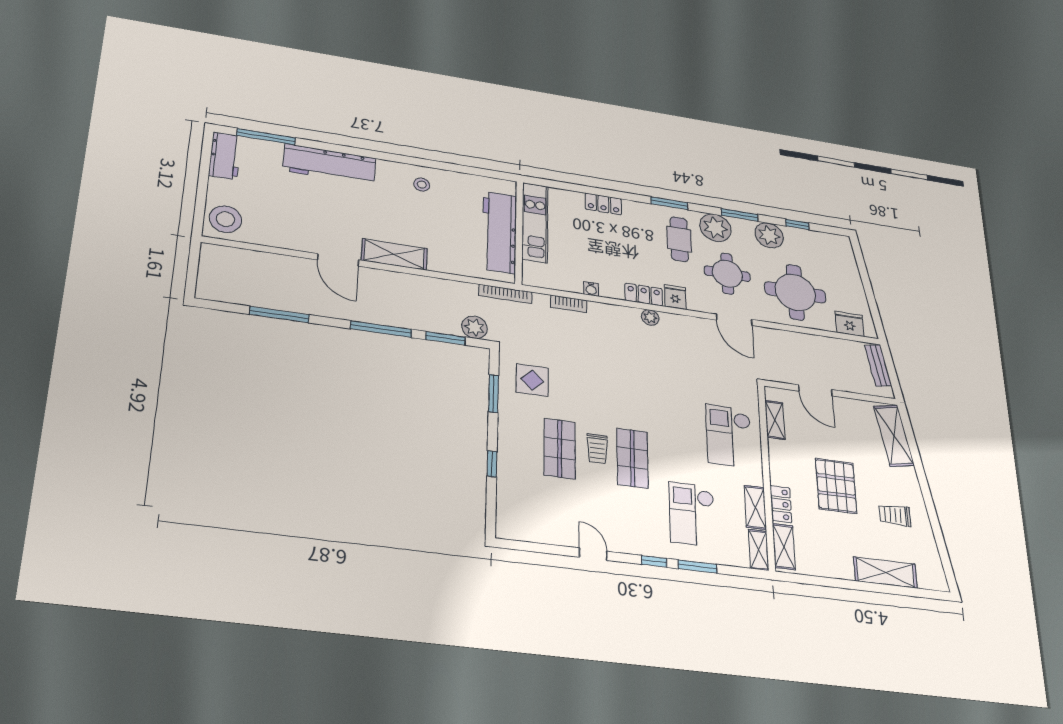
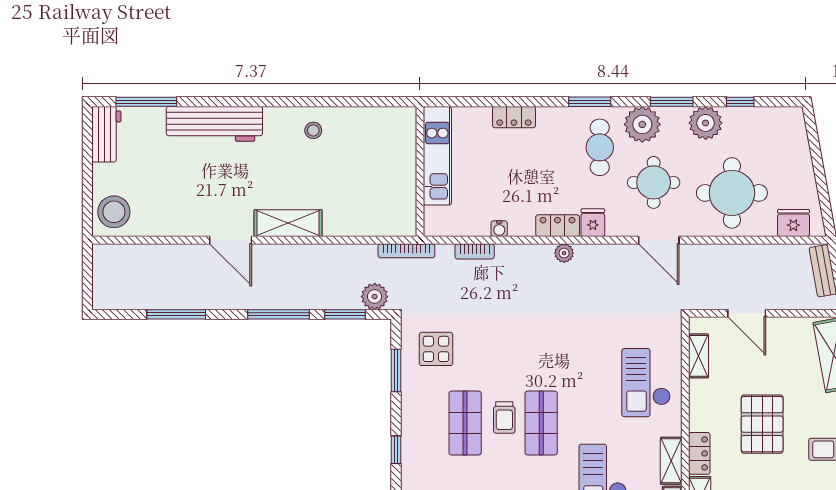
workbench: (499, 232) -> (399, 175), removed

